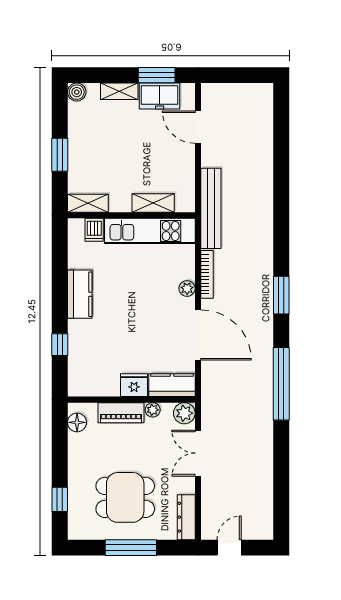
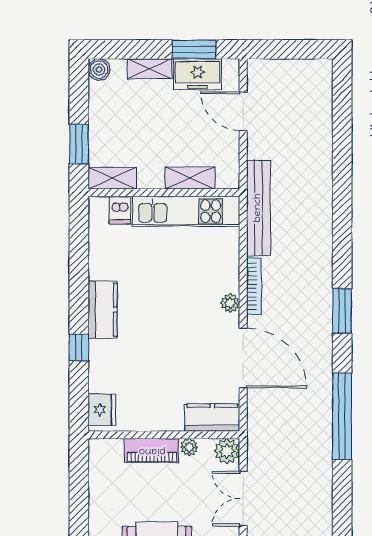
shelving: (88, 203) -> (112, 178), moved
shelving: (153, 203) -> (190, 178), moved
wall: (131, 215) -> (164, 193), moved
dishwasher: (94, 230) -> (120, 210), moved
kitchen unit: (150, 231) -> (186, 211), moved
window: (60, 345) -> (79, 347), moved
fridge: (134, 385) -> (102, 410), moved, turned 90
floor lamp: (77, 422) -> (99, 462), removed

